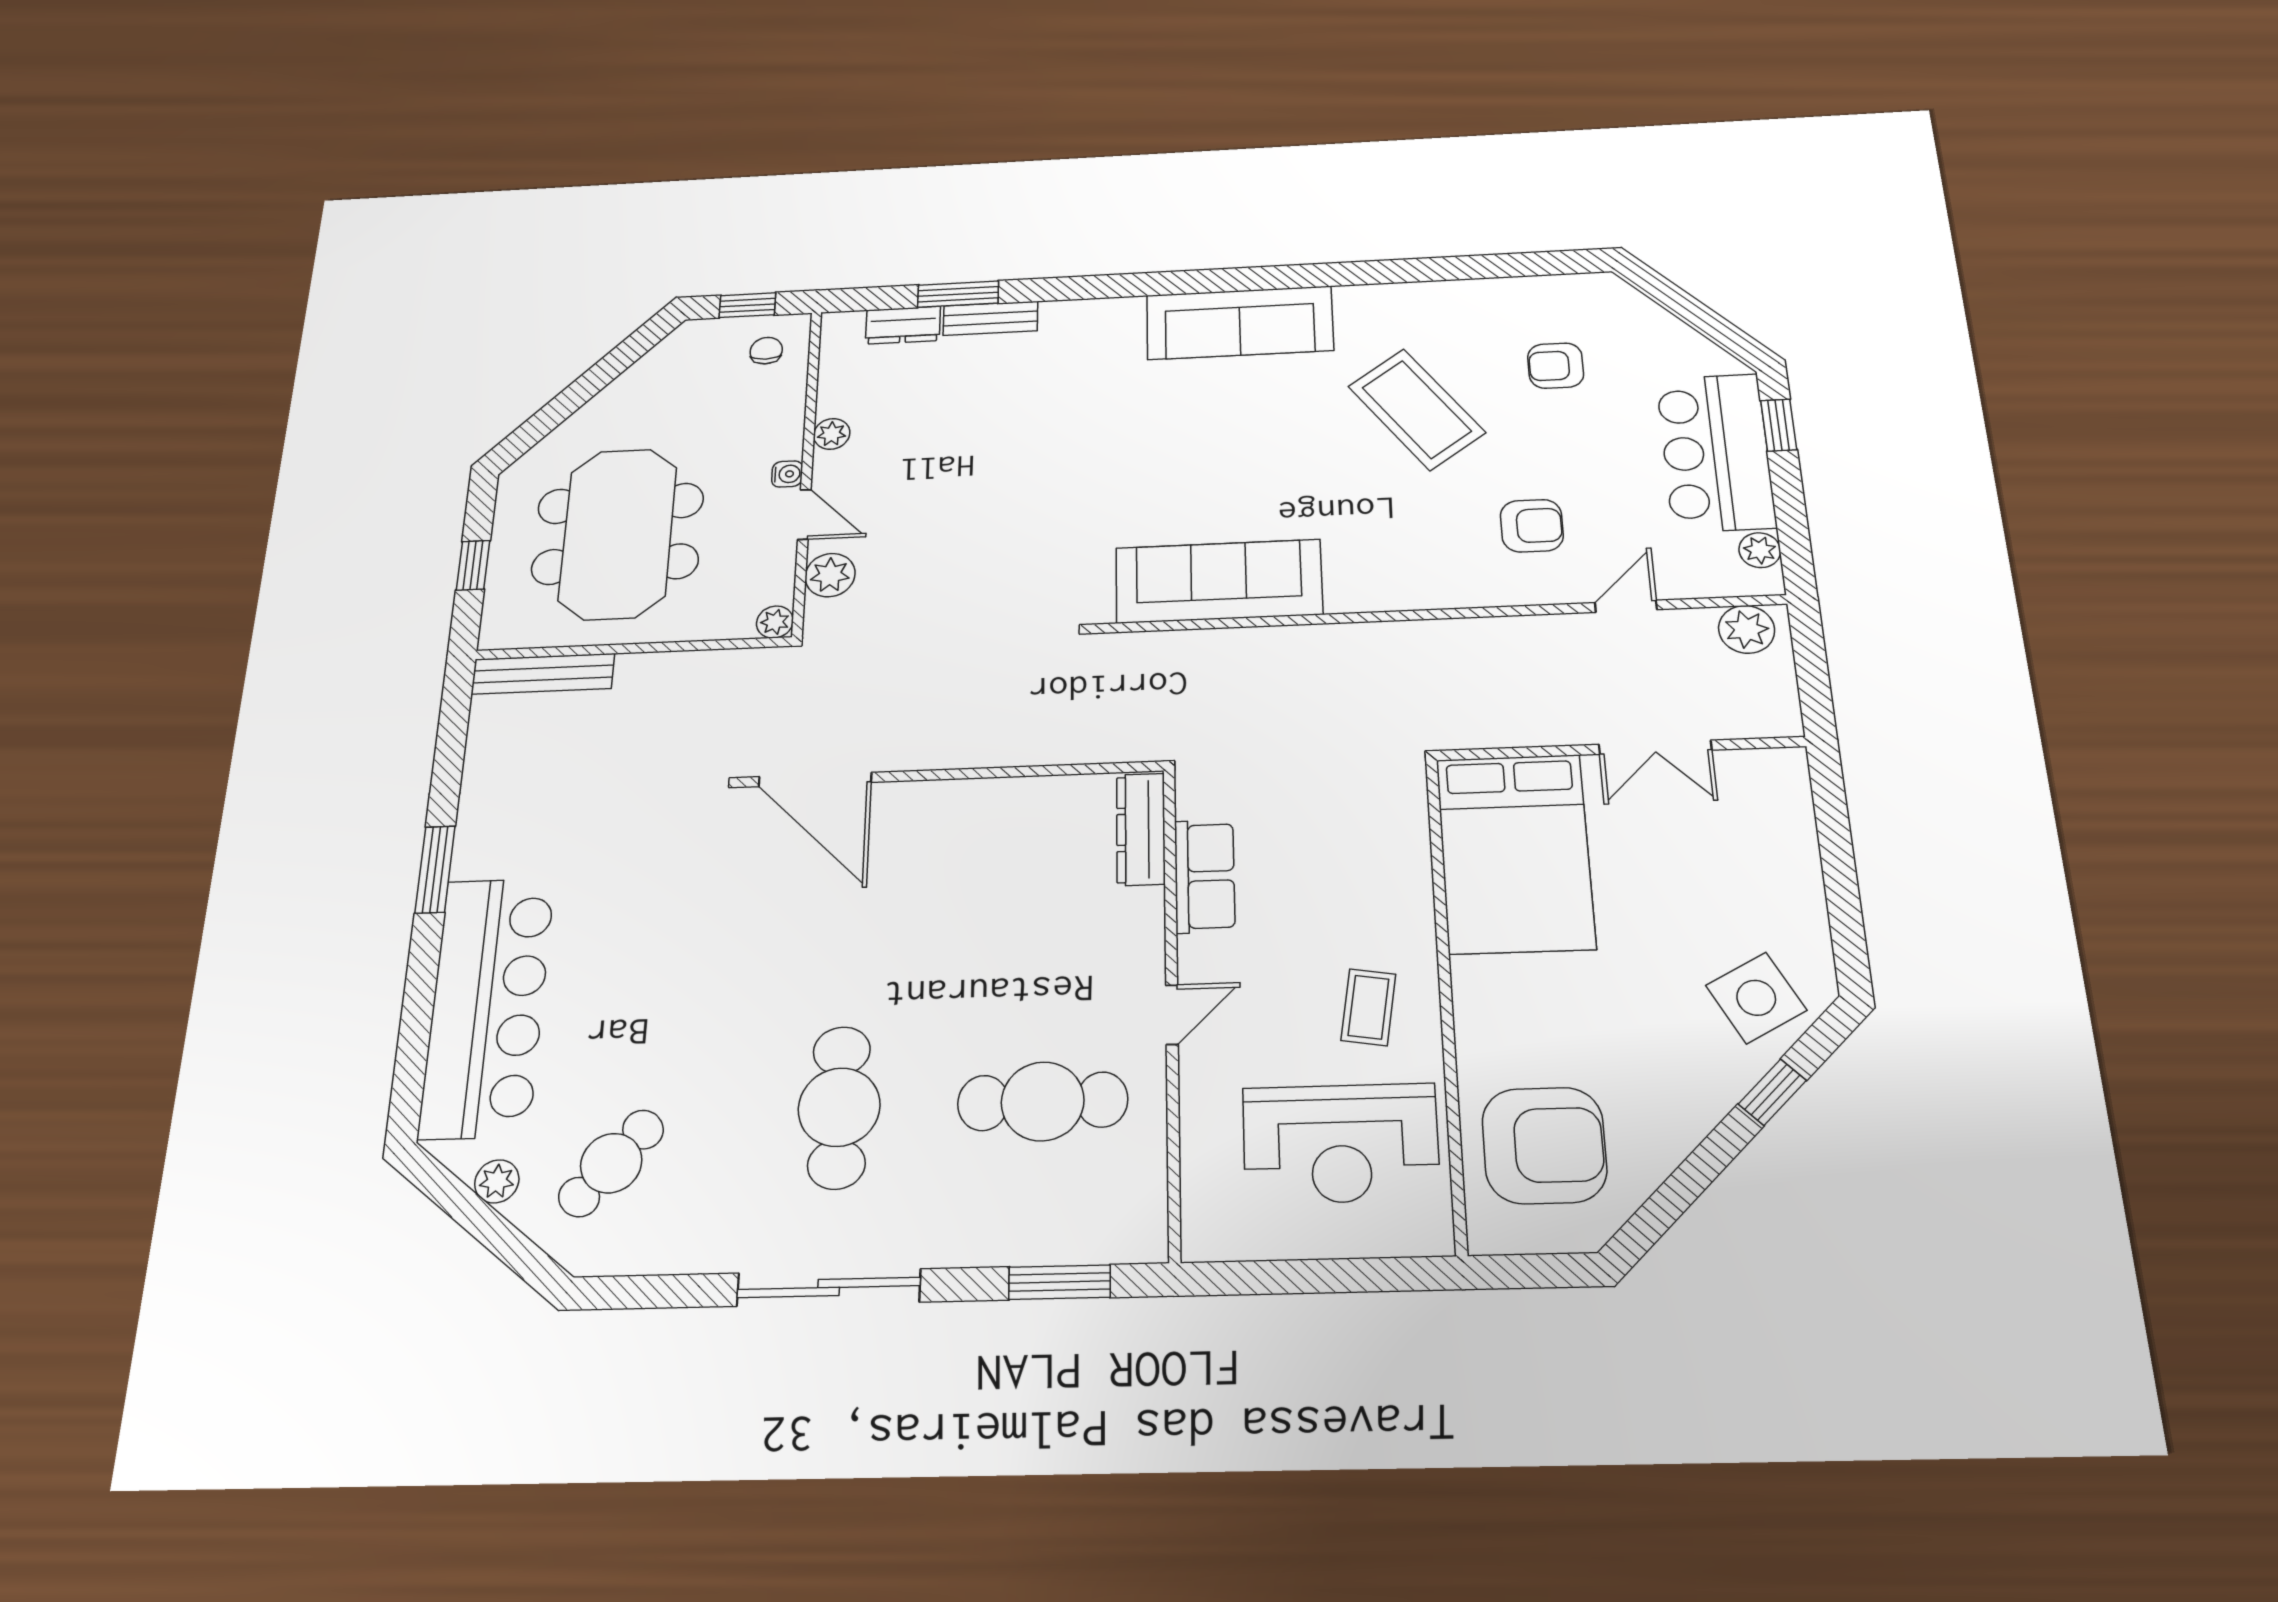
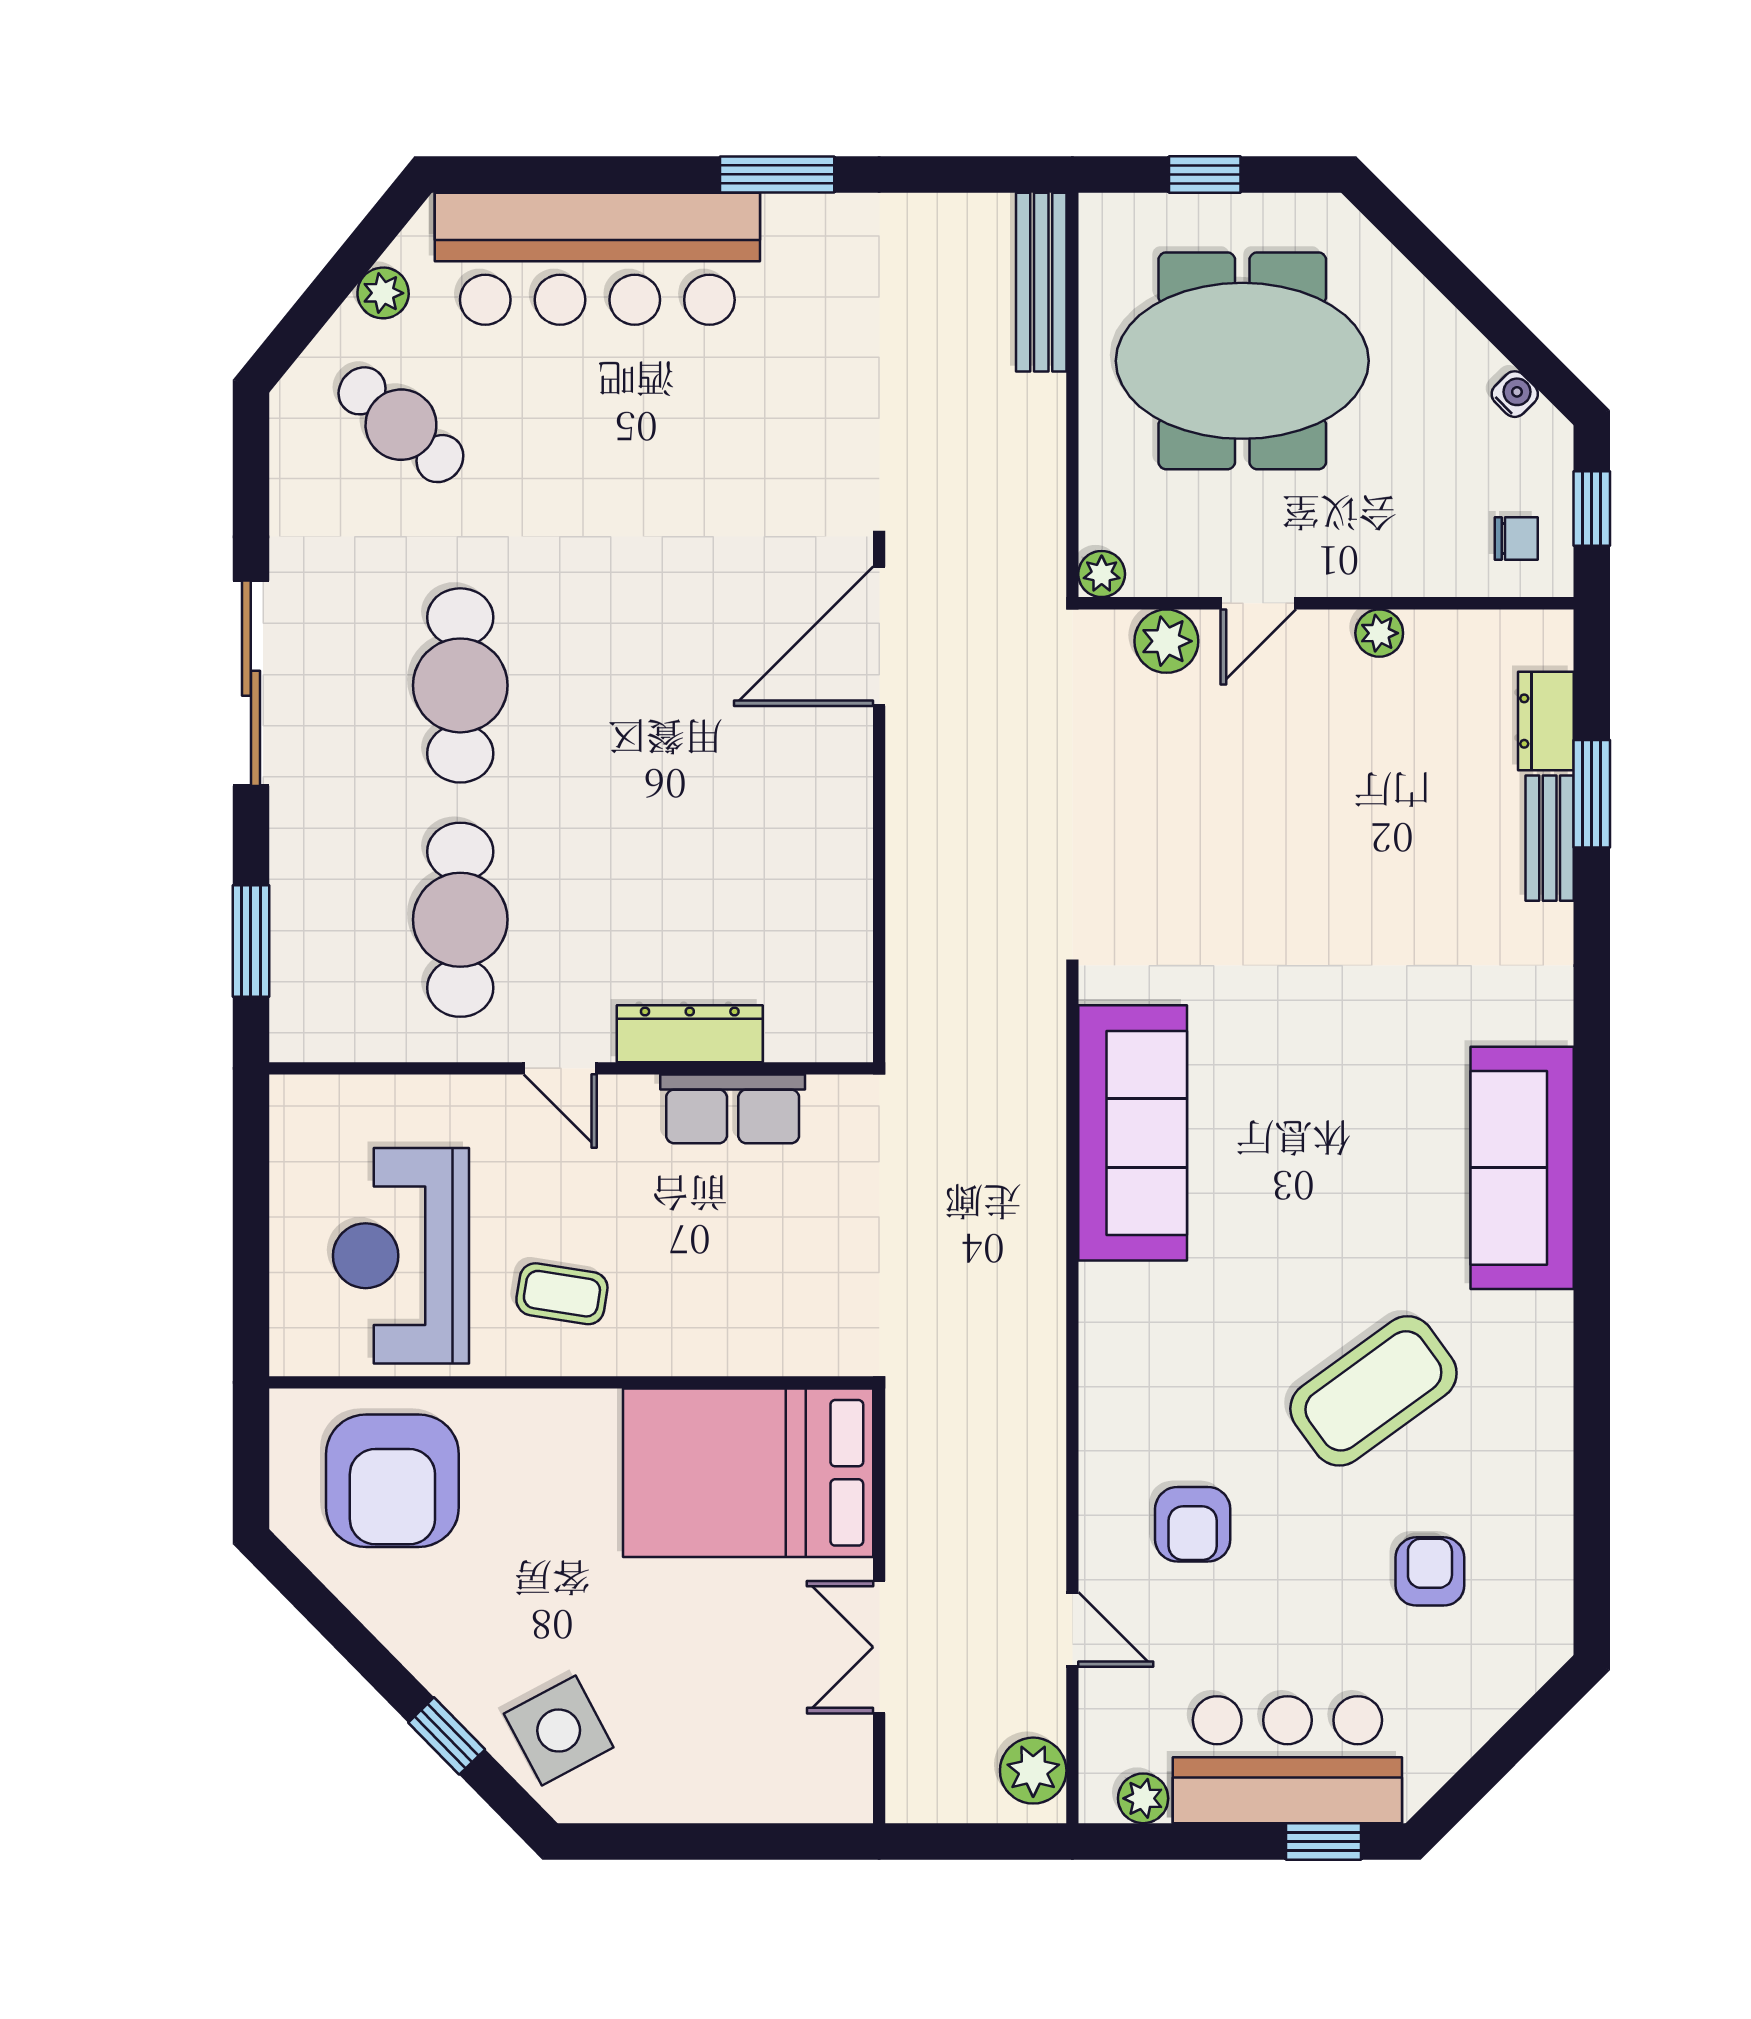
water cooler: (787, 474) -> (1515, 394), moved, turned -135
dresser: (1141, 829) -> (690, 1034), moved
cafe table: (839, 1107) -> (460, 685), turned 90

